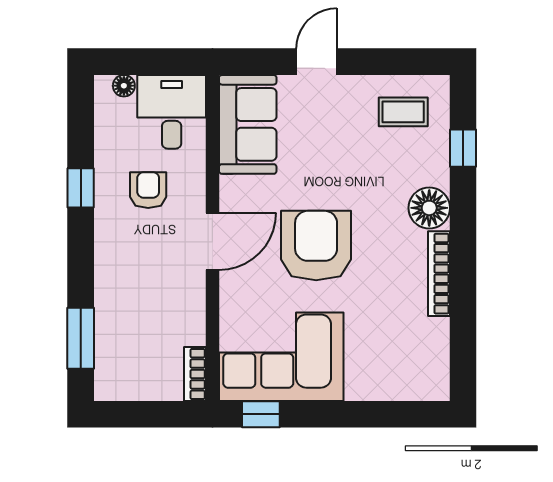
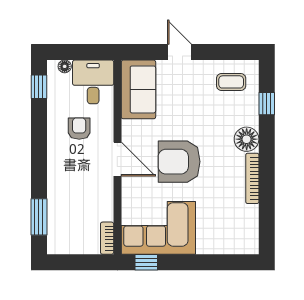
door: (317, 62) -> (179, 52), hinge flipped
window: (81, 188) -> (39, 87), moved
door: (212, 241) -> (117, 159), hinge flipped
armchair: (316, 246) -> (179, 162), turned -90

